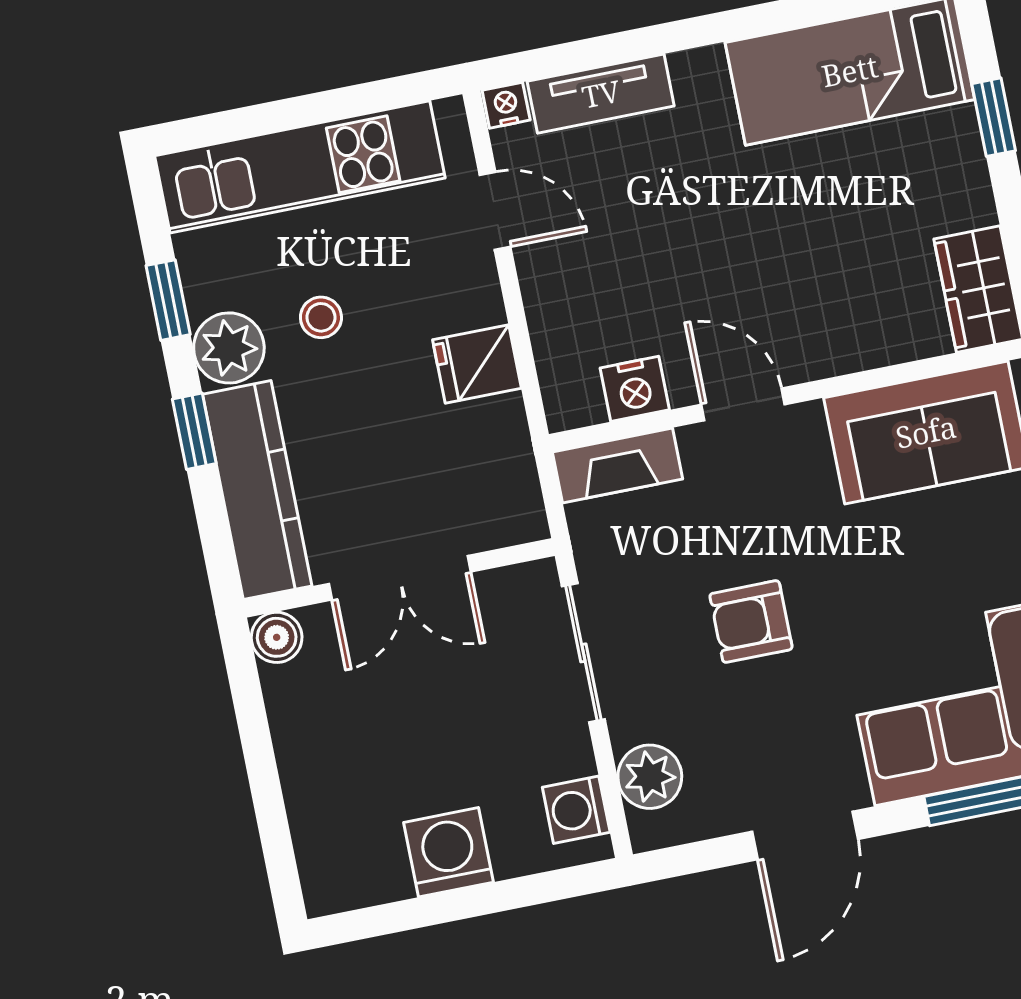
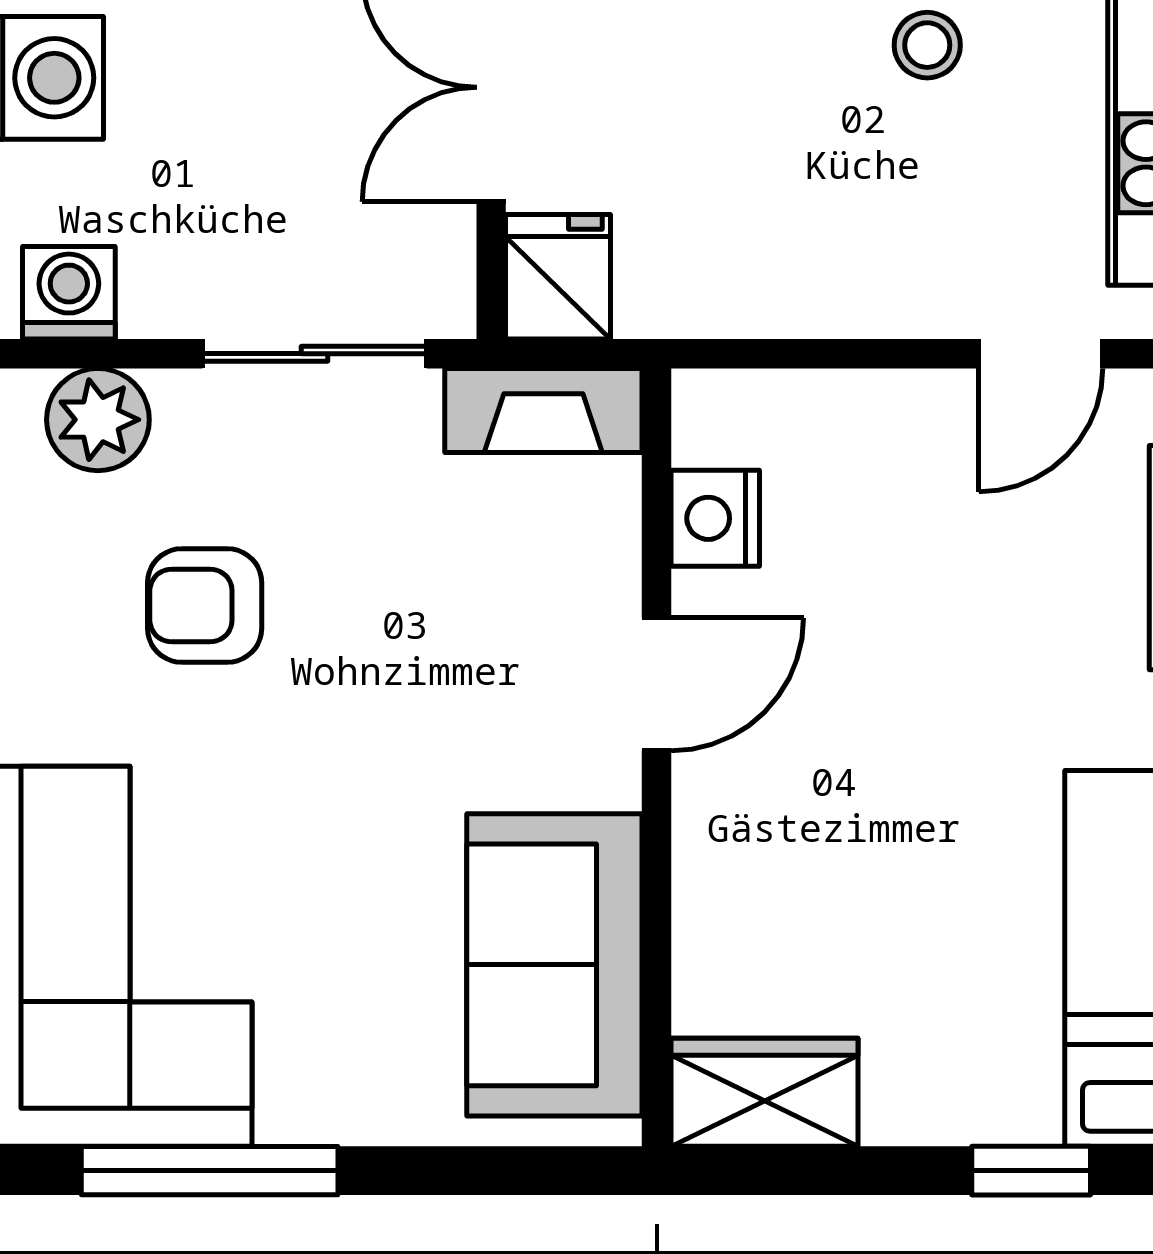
fridge: (477, 364) -> (558, 277), moved
fireplace: (618, 465) -> (543, 410), moved, turned -90
armchair: (751, 622) -> (205, 605), moved, turned -90

